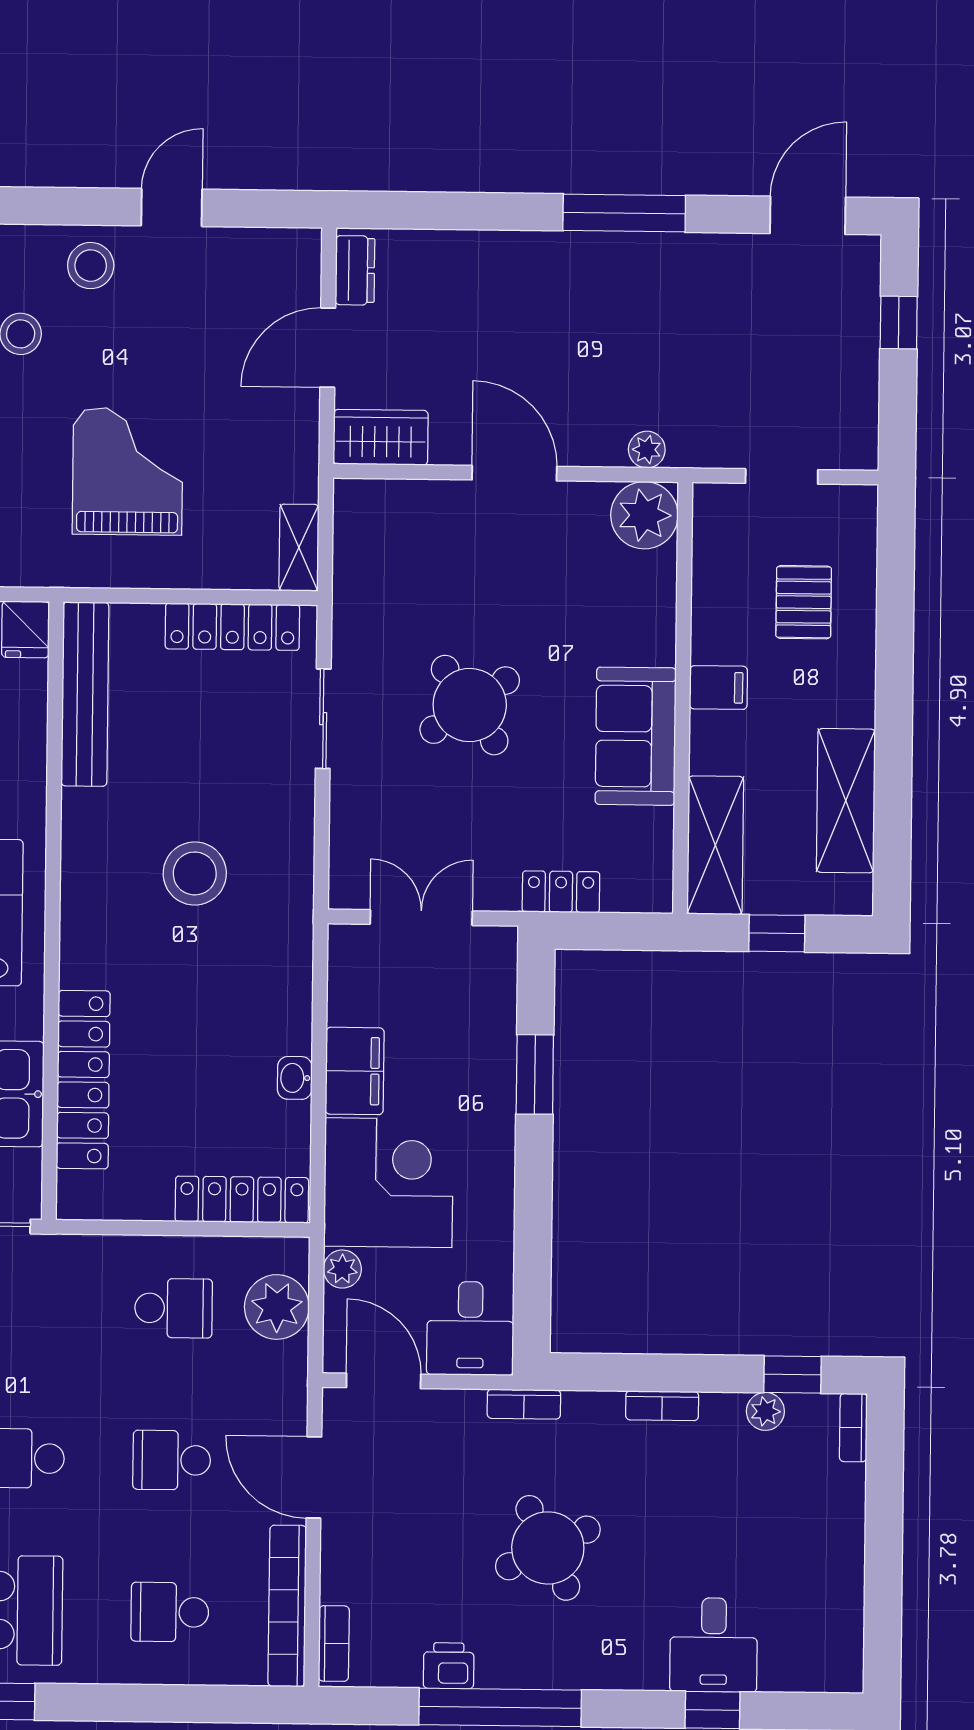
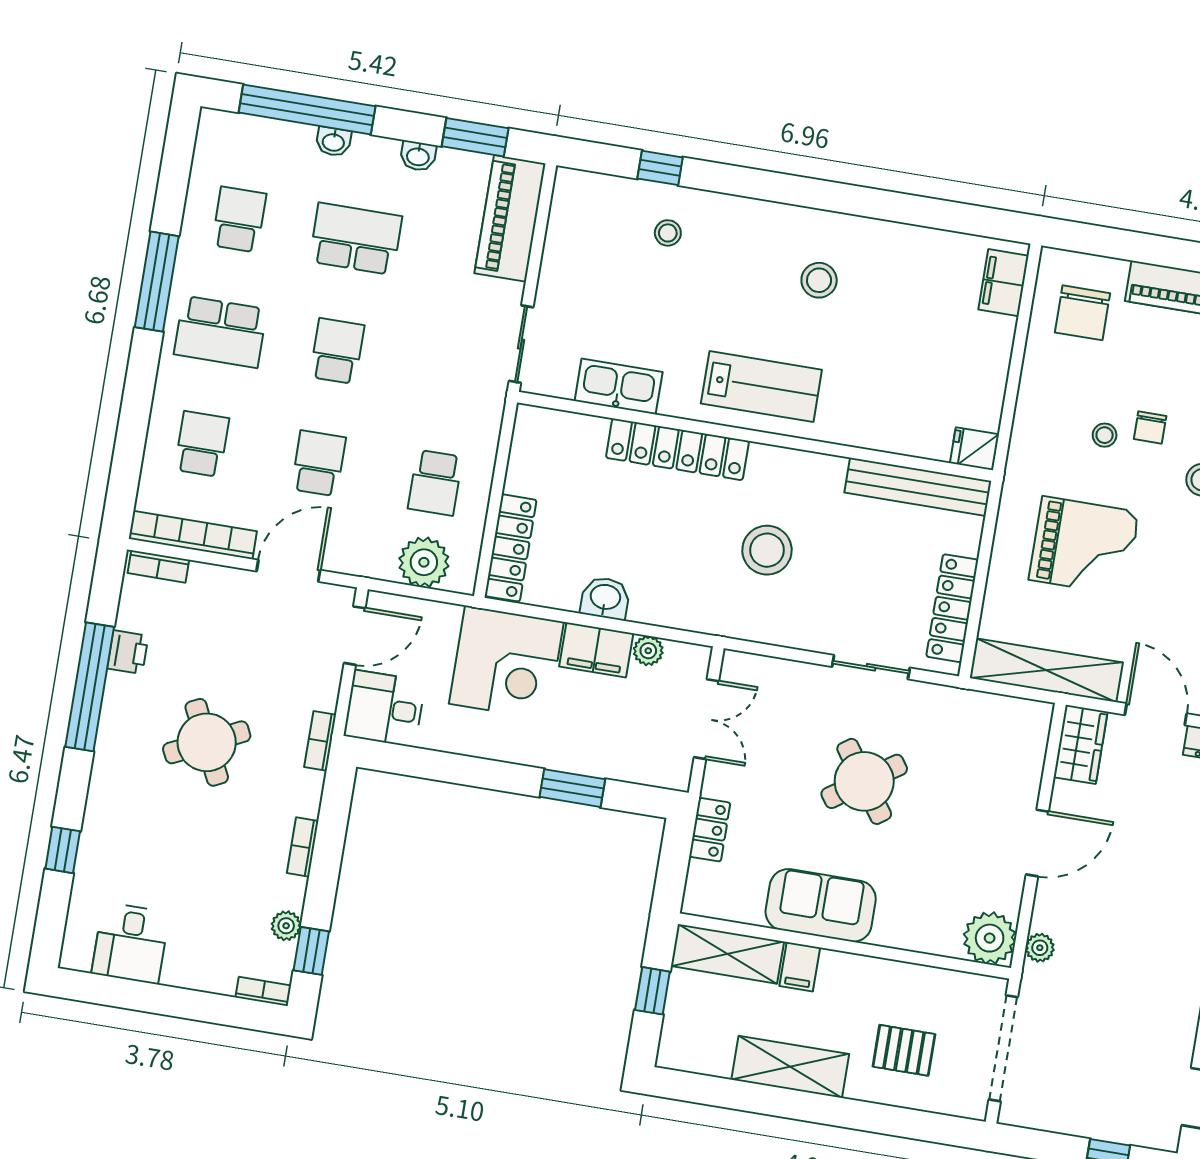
doorway: (782, 476) -> (1003, 1048), width x1.88
shelving: (299, 548) -> (1046, 670), width x2.20, depth x1.33
filing cabinet: (718, 688) -> (800, 967), moved
shelving: (846, 801) -> (790, 1067), moved
washbasin: (295, 1078) -> (605, 598), width x1.38, depth x1.45
locker: (83, 1080) -> (677, 449), moved
plant: (342, 1269) -> (648, 651), moved
desk: (714, 1645) -> (131, 943), moved, turned -90

